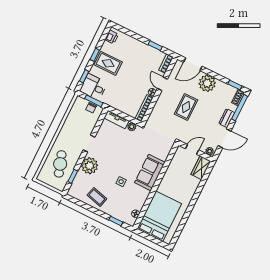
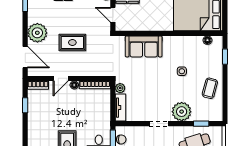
sofa: (150, 173) -> (144, 46), moved

